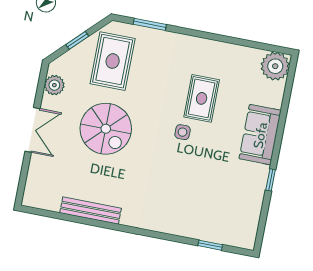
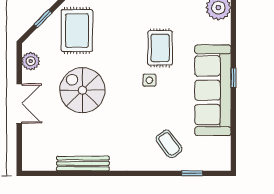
spiral stairs: (106, 129) -> (82, 90), turned 180
sofa: (260, 135) -> (213, 90), width x1.85, depth x1.27
window: (271, 180) -> (233, 78), moved
coffee table: (191, 207) -> (169, 144), added

